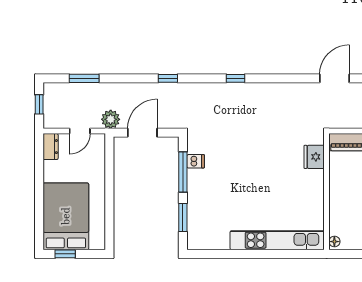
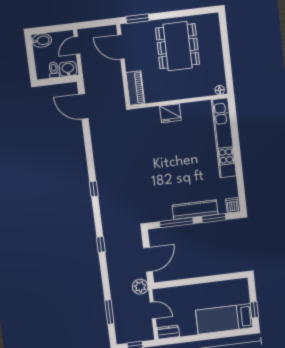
door: (142, 133) -> (148, 260), swing flipped
fridge: (314, 157) -> (170, 113), moved
dishwasher: (196, 161) -> (232, 205), moved
kitchen counter: (196, 196) -> (195, 210), added
bed: (66, 216) -> (224, 319), width x0.67

